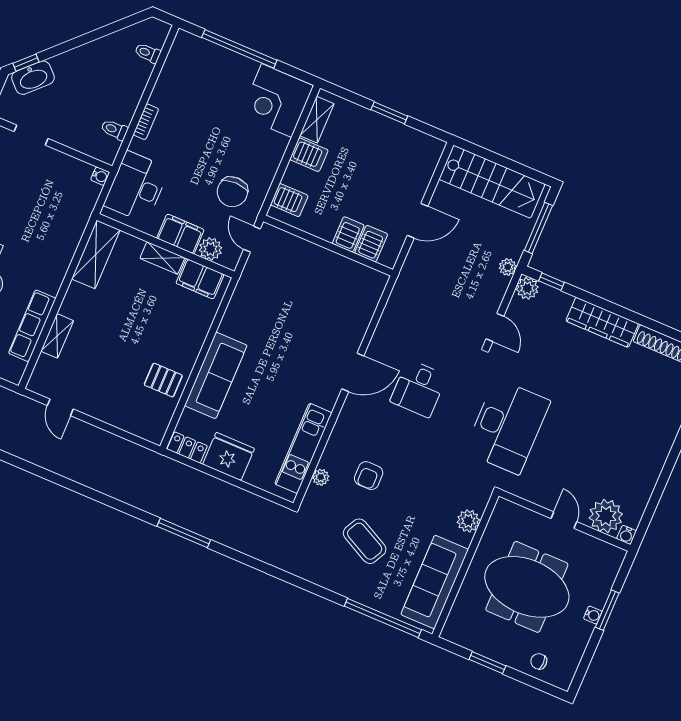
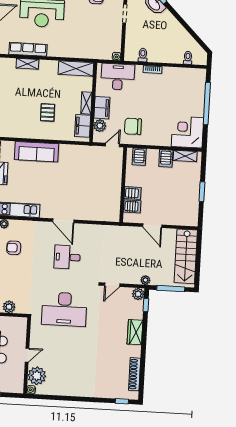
wardrobe: (602, 322) -> (135, 332), width x0.67
pallet: (163, 380) -> (48, 112), moved

